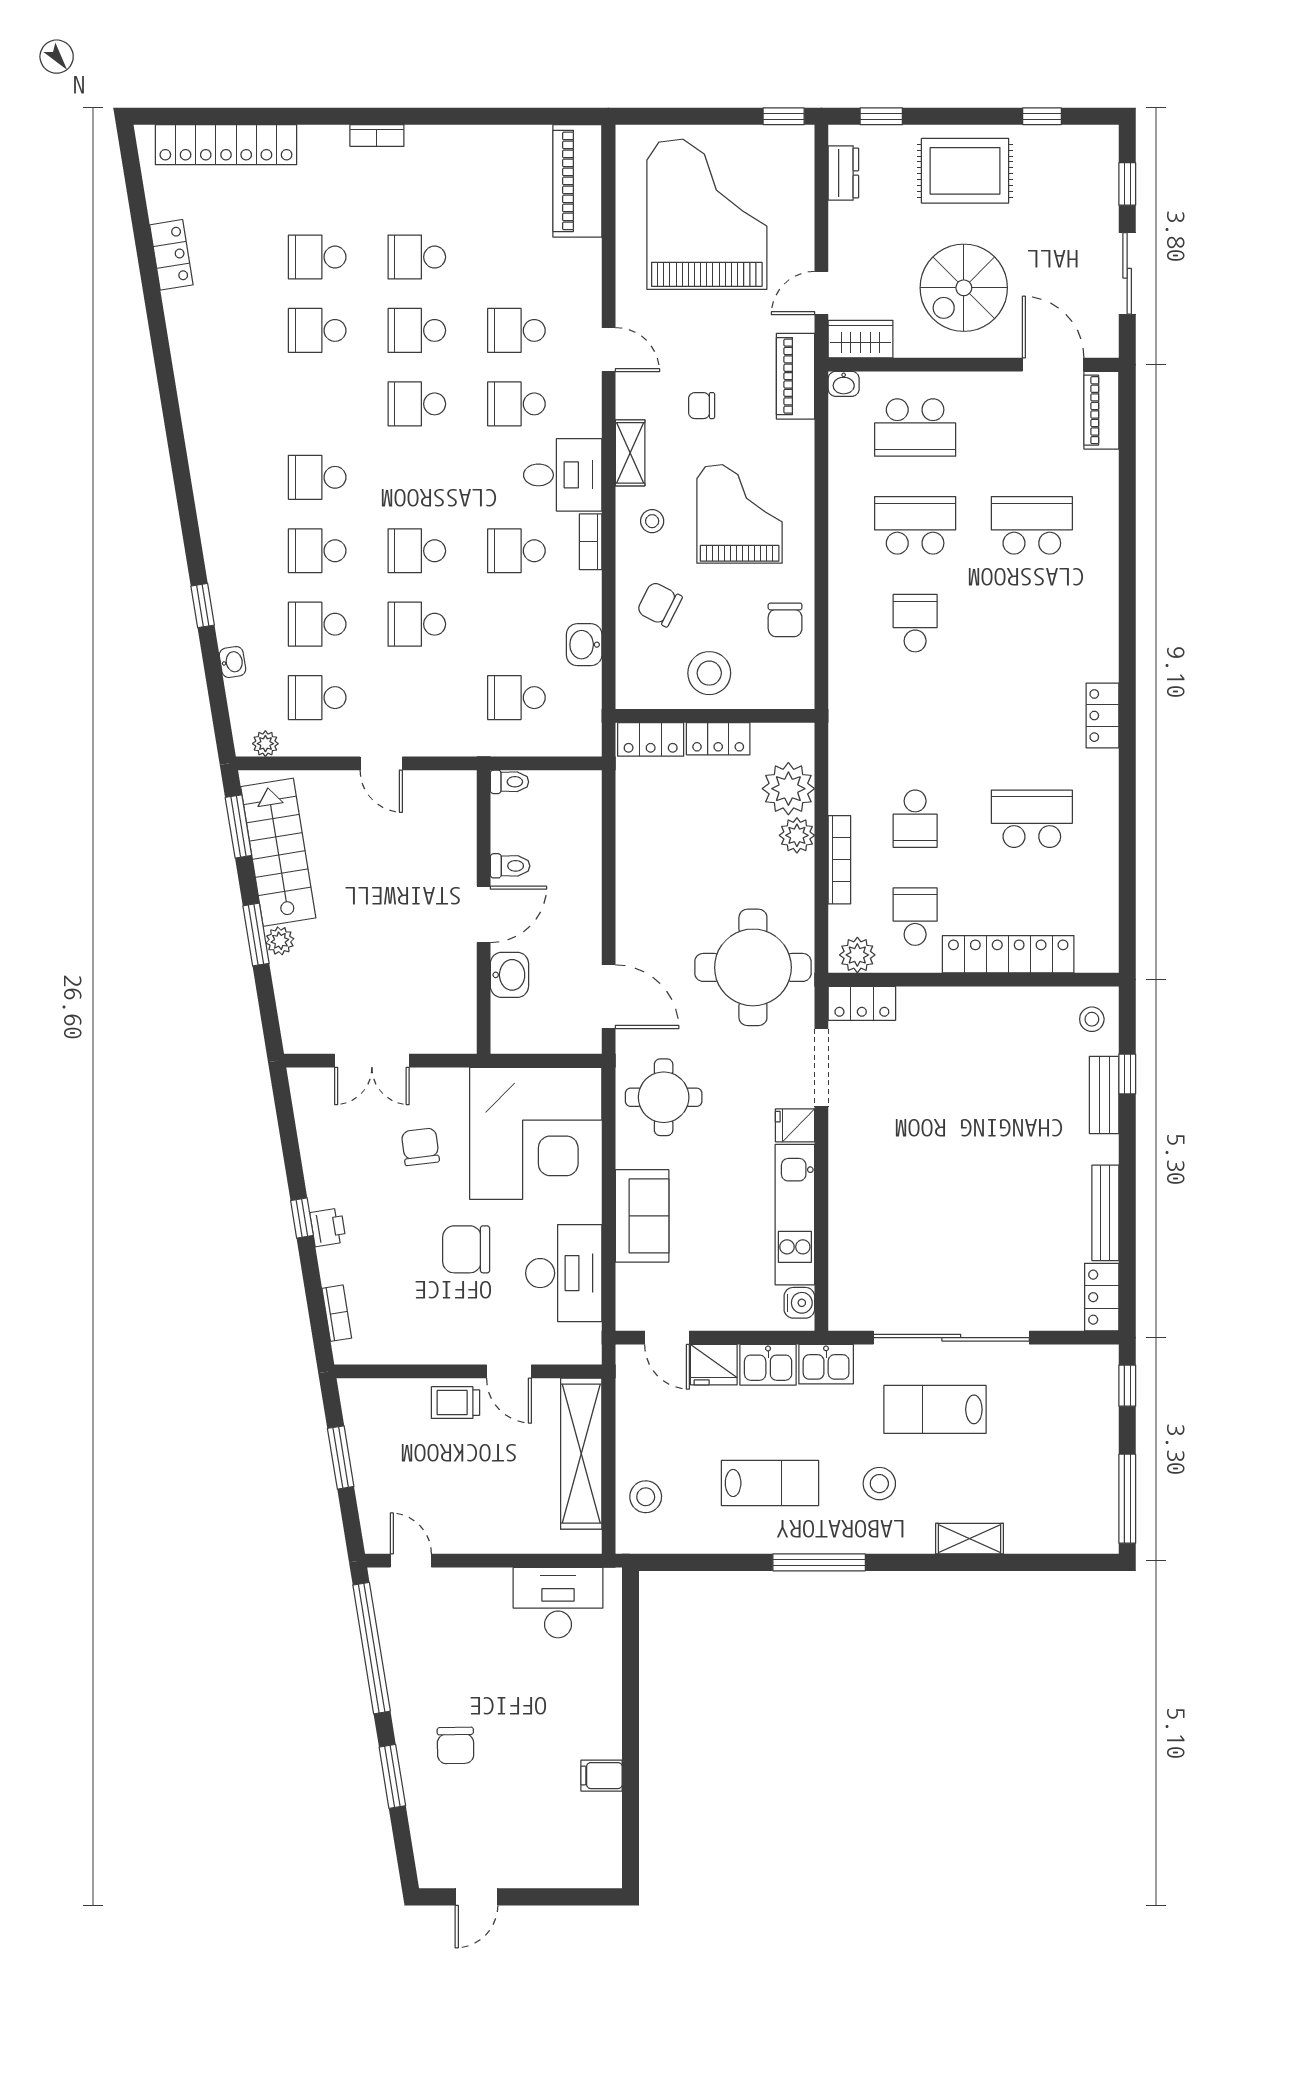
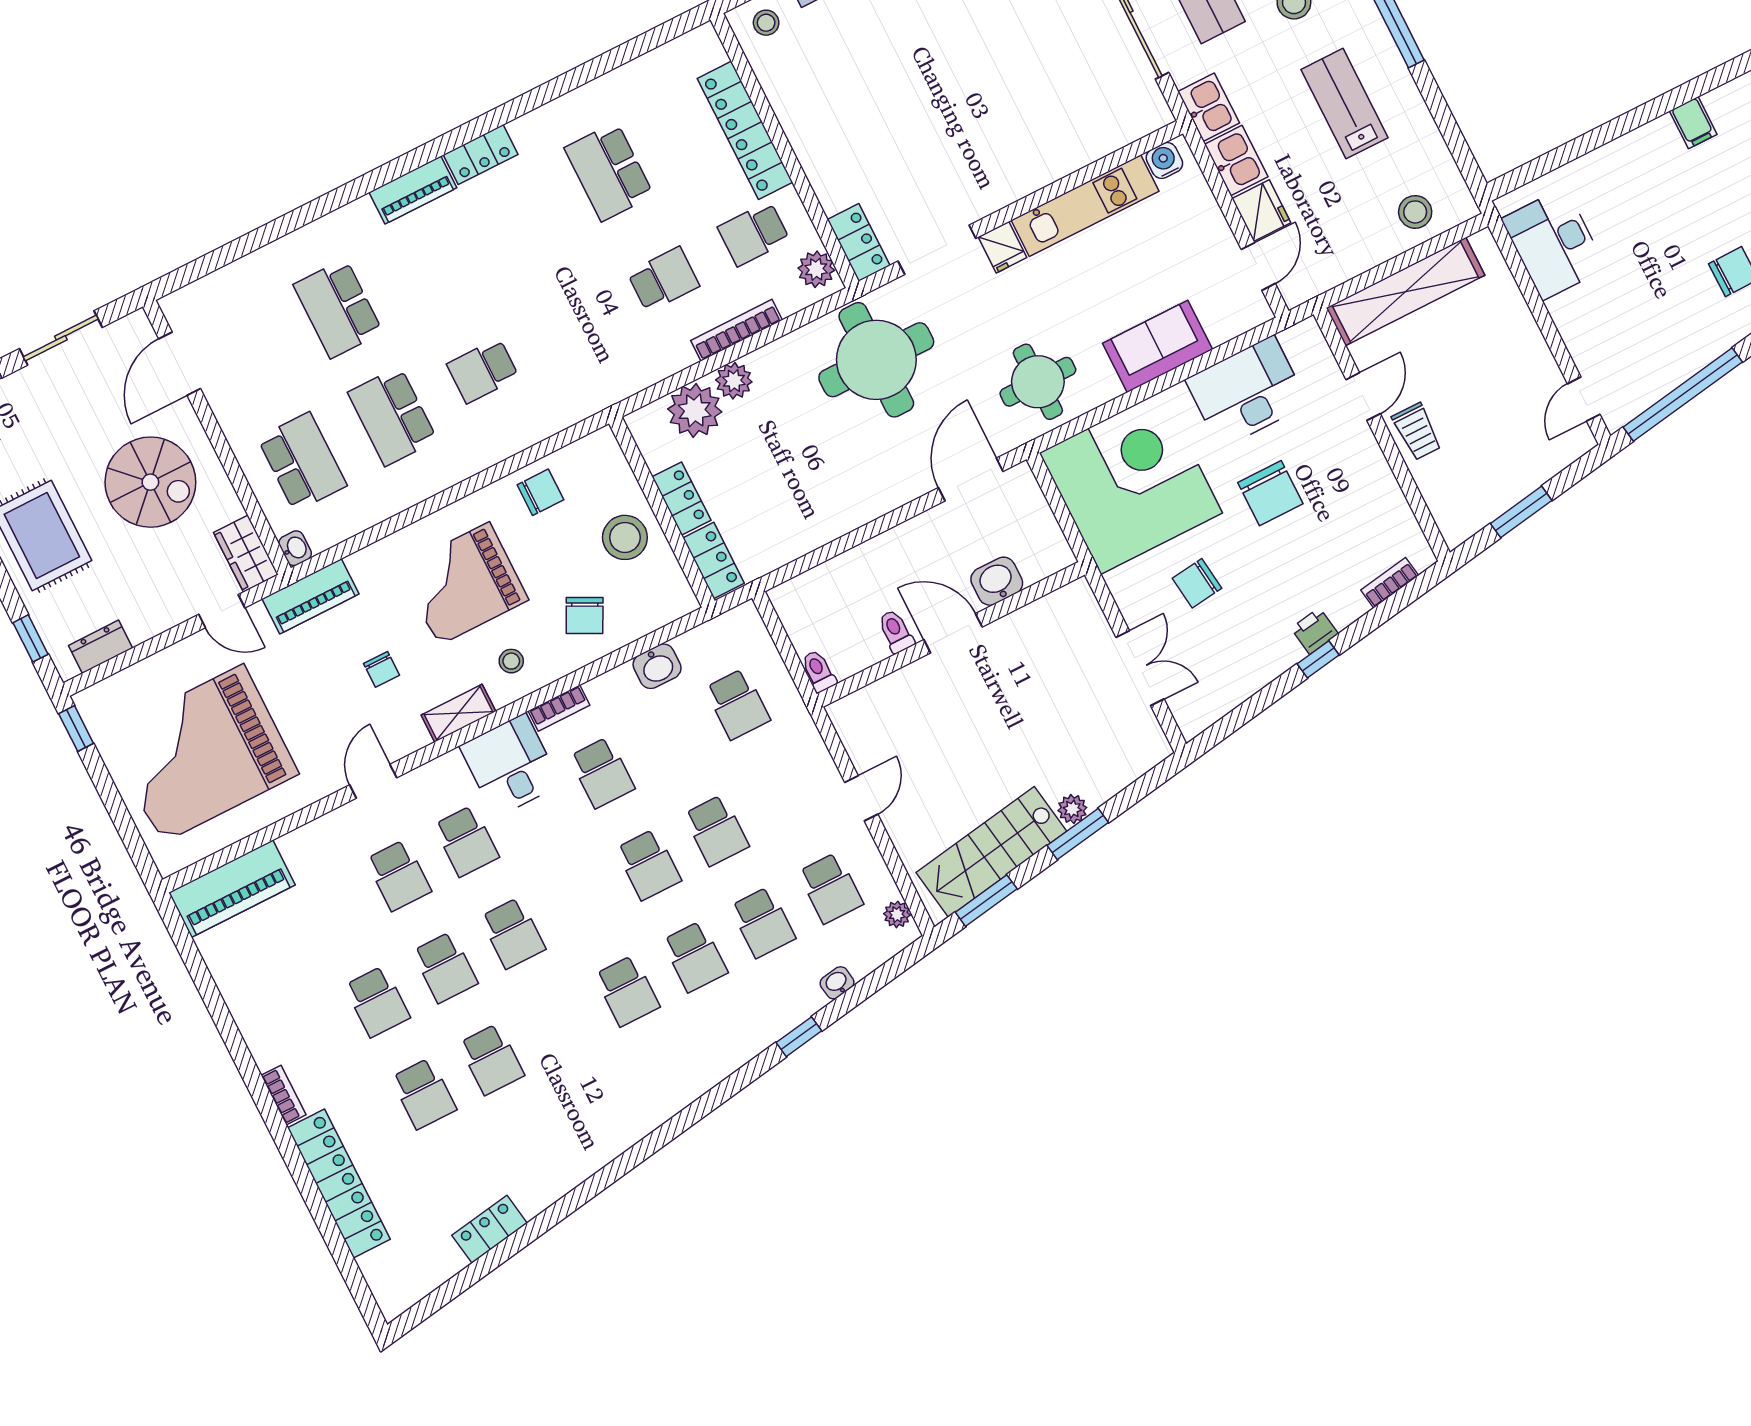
locker: (226, 145) -> (339, 1183), moved
piano: (1101, 410) -> (413, 190), moved

